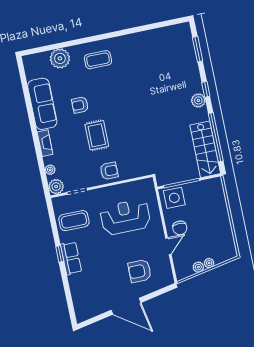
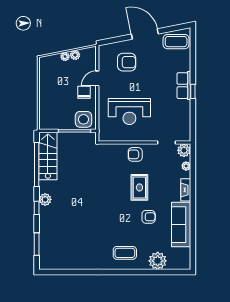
coffee table: (74, 221) -> (176, 42), moved

